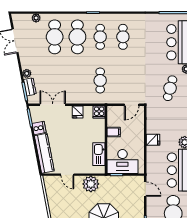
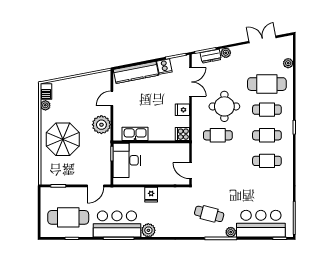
cafe table: (77, 37) -> (267, 110), width x0.73, depth x0.74
round table: (75, 75) -> (224, 106), added
filing cabinet: (114, 132) -> (160, 150), removed

